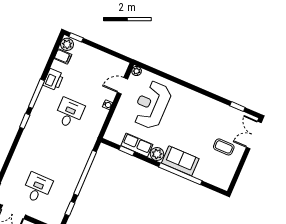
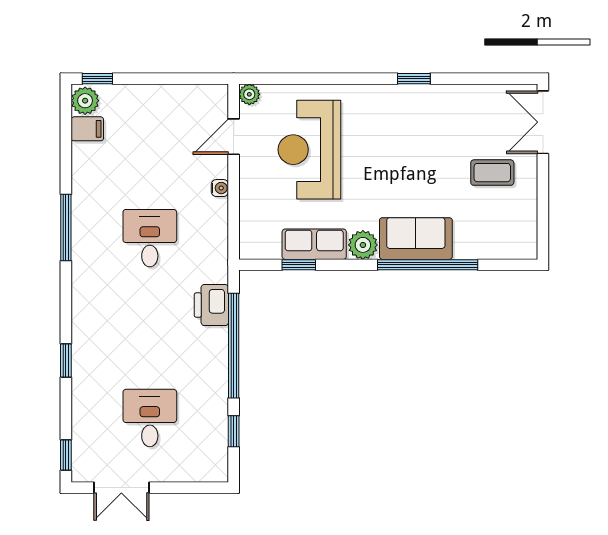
printer: (53, 80) -> (211, 305), moved, turned 180
window: (237, 107) -> (414, 79), moved
window: (25, 121) -> (66, 360), moved

